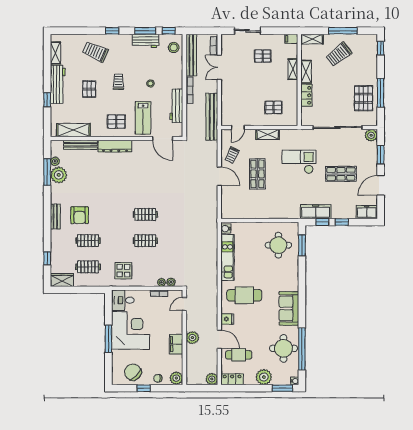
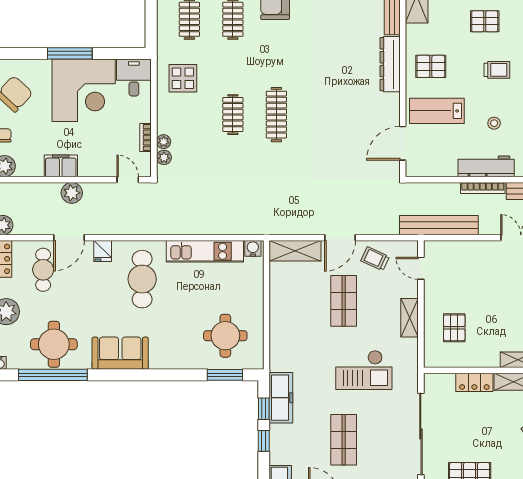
workbench: (176, 106) -> (486, 166), moved
pallet: (116, 122) -> (431, 66), turned 90
checkout: (299, 162) -> (364, 370), turned 90
shop shelf: (257, 174) -> (344, 301), turned 90
shelving: (227, 203) -> (295, 251), added
clothes rail: (145, 214) -> (276, 115), width x1.36

